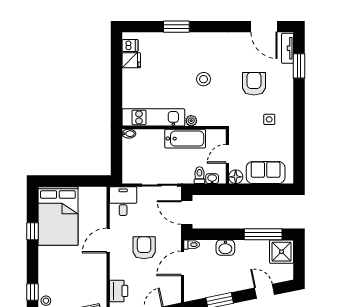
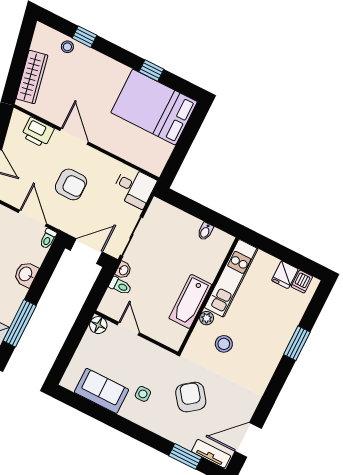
armchair: (254, 84) -> (191, 397), turned -127
kitchen unit: (153, 117) -> (231, 278), moved
plant: (191, 121) -> (207, 318), moved
wall: (174, 128) -> (208, 295), moved
bathtub: (185, 139) -> (190, 301), moved
sofa: (266, 173) -> (101, 391), moved, turned -90
washbasin: (212, 179) -> (123, 270), moved
door: (108, 241) -> (74, 136), moved

